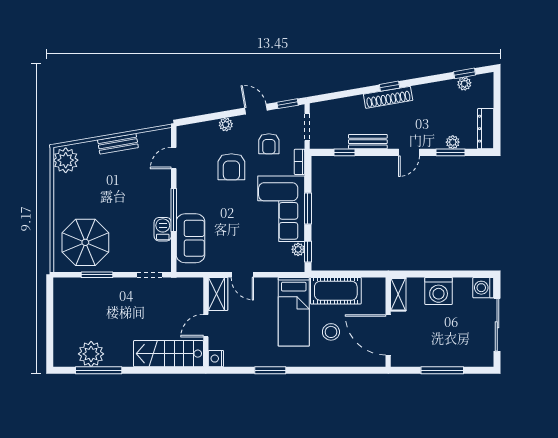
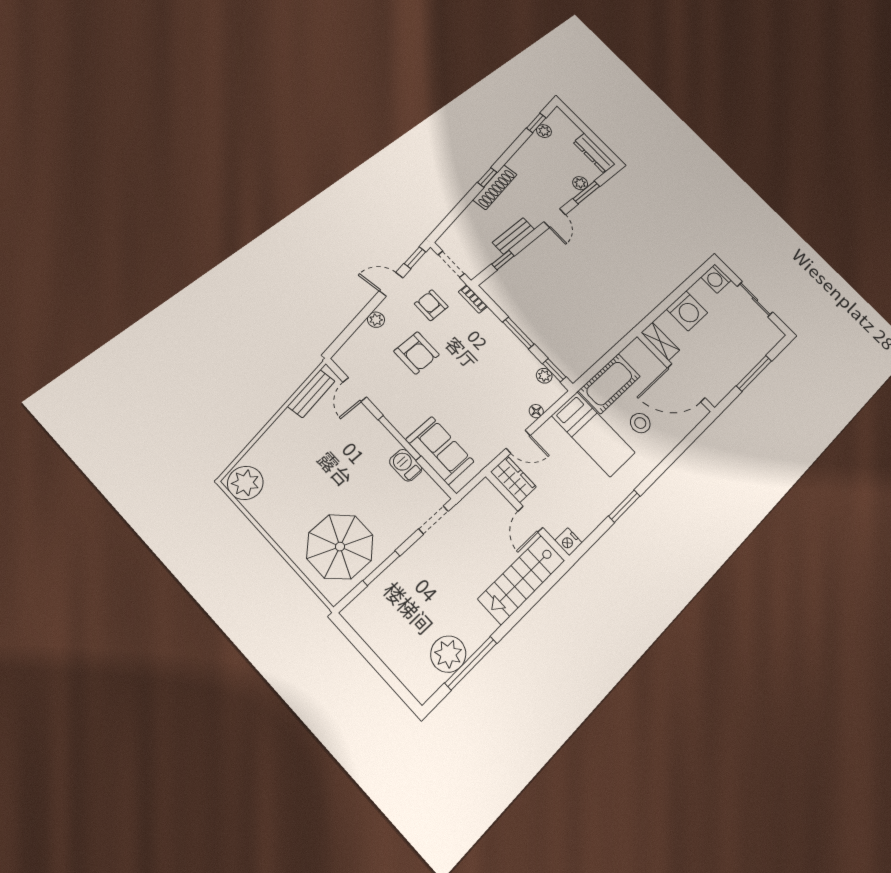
bench: (118, 144) -> (311, 394), moved
armchair: (269, 144) -> (431, 305), turned 180
corner sofa: (281, 209) -> (496, 353), removed
floor lamp: (271, 267) -> (536, 411), added
sliding door: (497, 325) -> (755, 299), width x0.73

